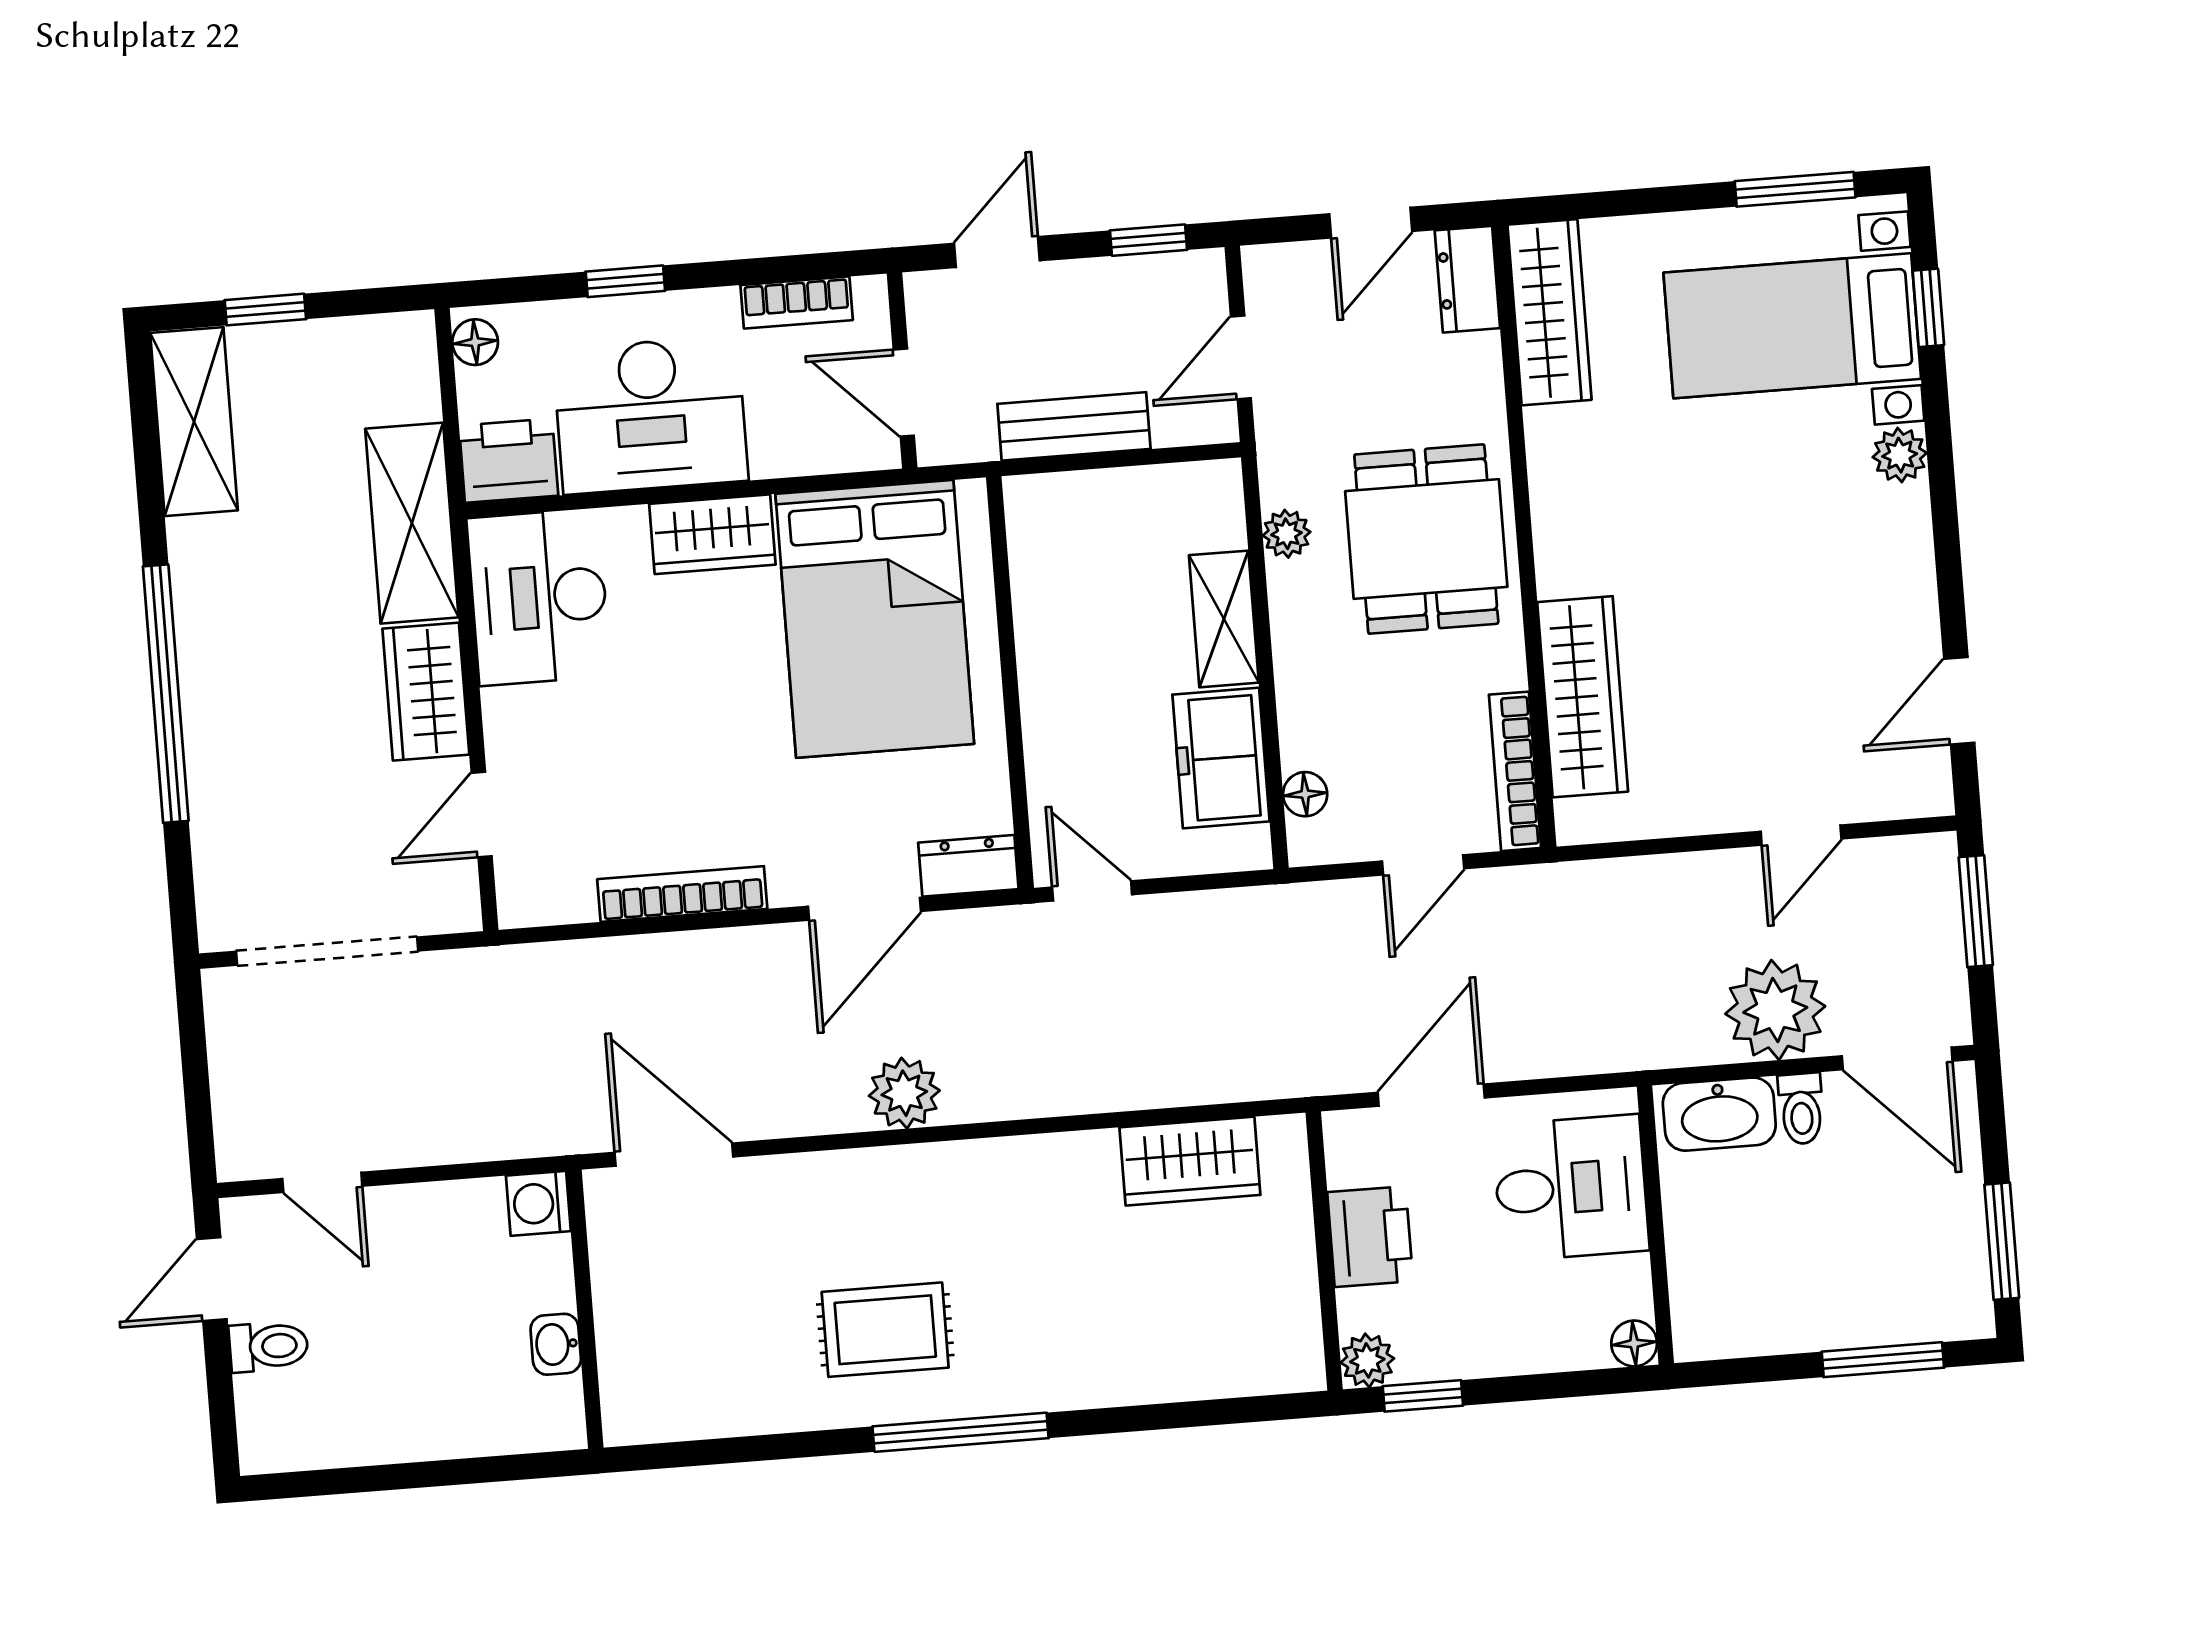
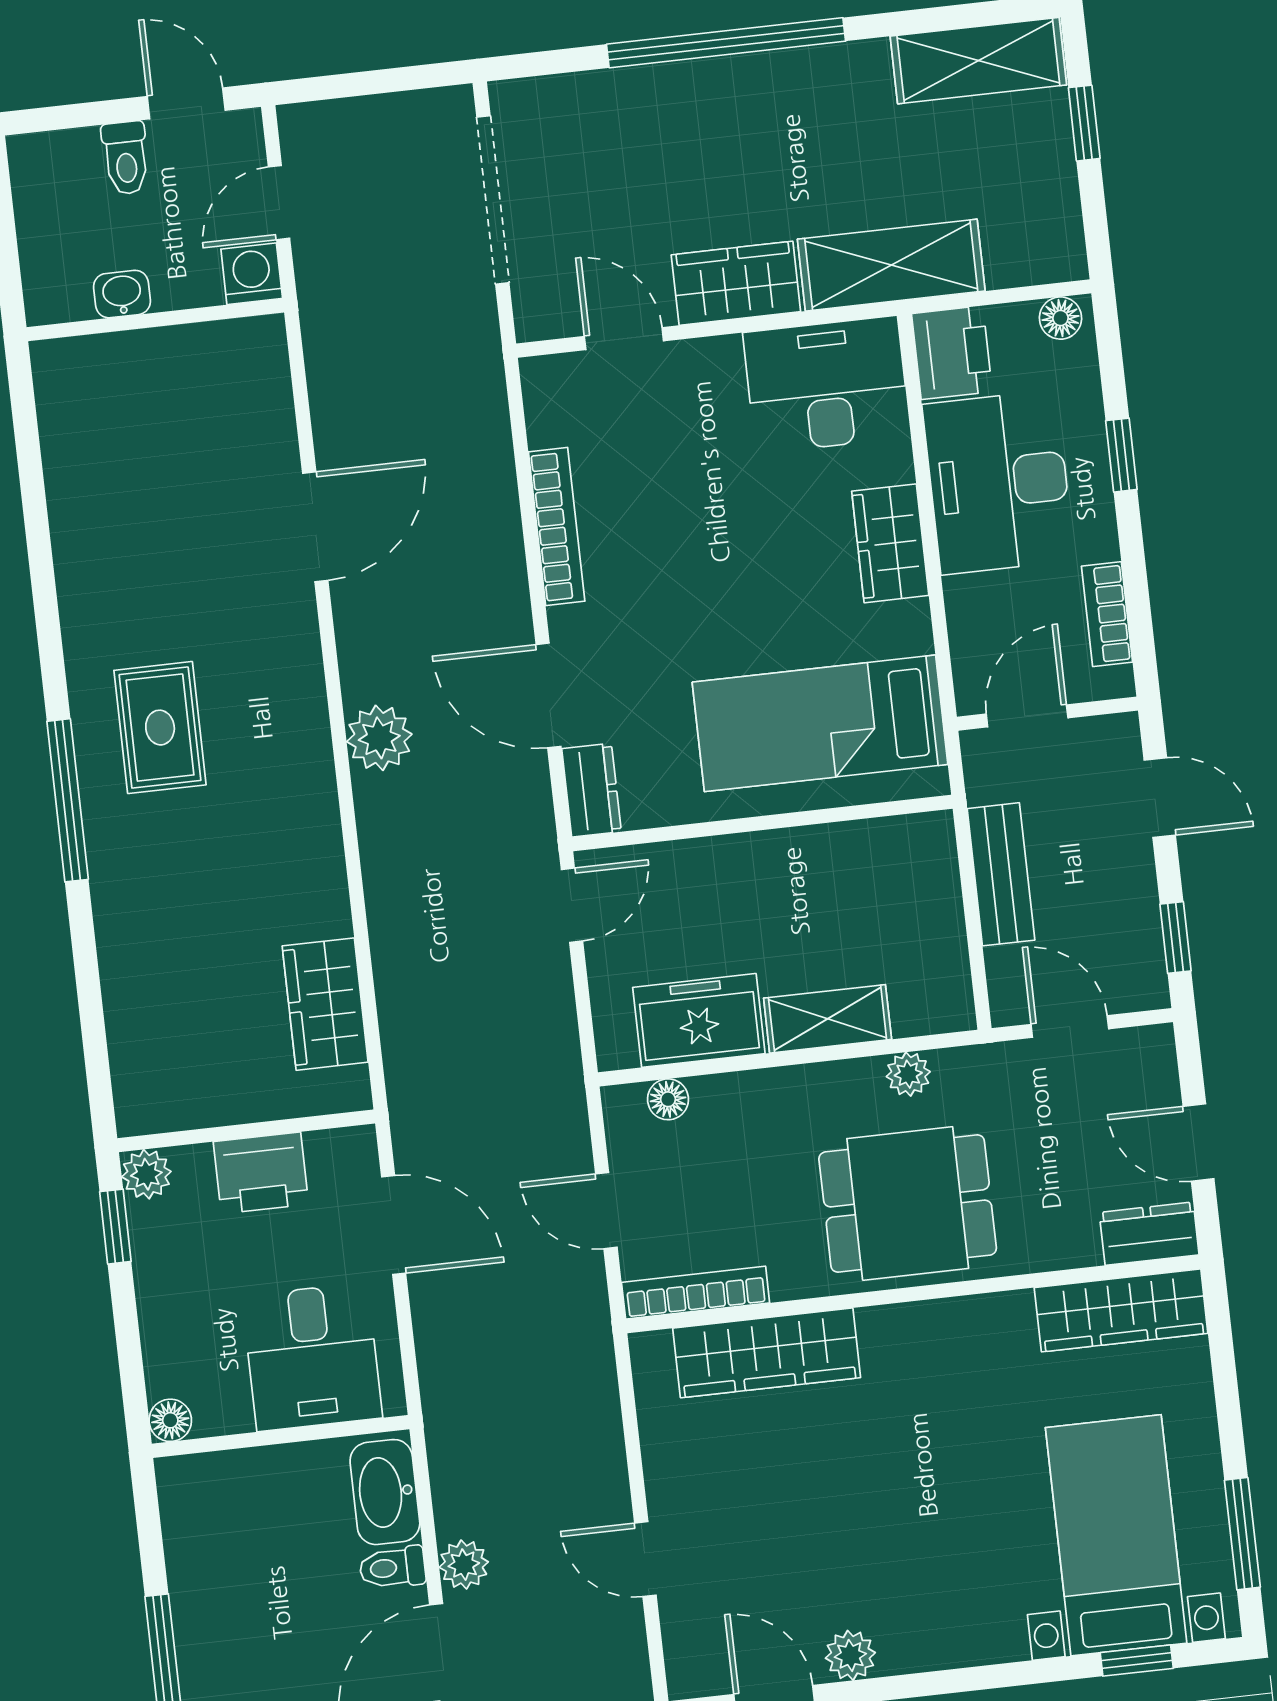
plant: (1900, 455) -> (850, 1655), moved
bed: (875, 619) -> (820, 723), width x0.67
plant: (1775, 1010) -> (464, 1565), width x0.53, depth x0.53
washing machine: (538, 1203) -> (252, 274), moved
wall: (585, 1309) -> (155, 320), moved
washbasin: (556, 1344) -> (122, 294), moved

